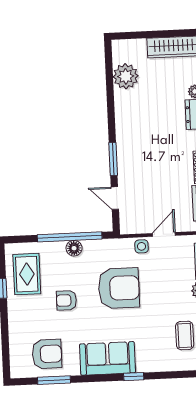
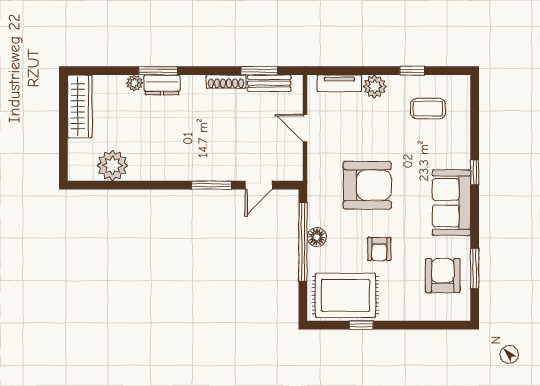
side table: (142, 246) -> (318, 156), removed
rug: (27, 274) -> (345, 295), width x1.36, depth x1.43
armchair: (119, 288) -> (367, 185), turned 90

